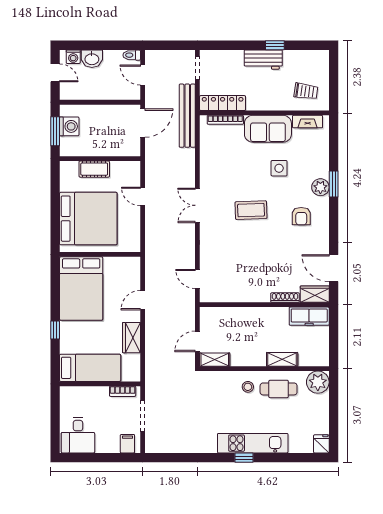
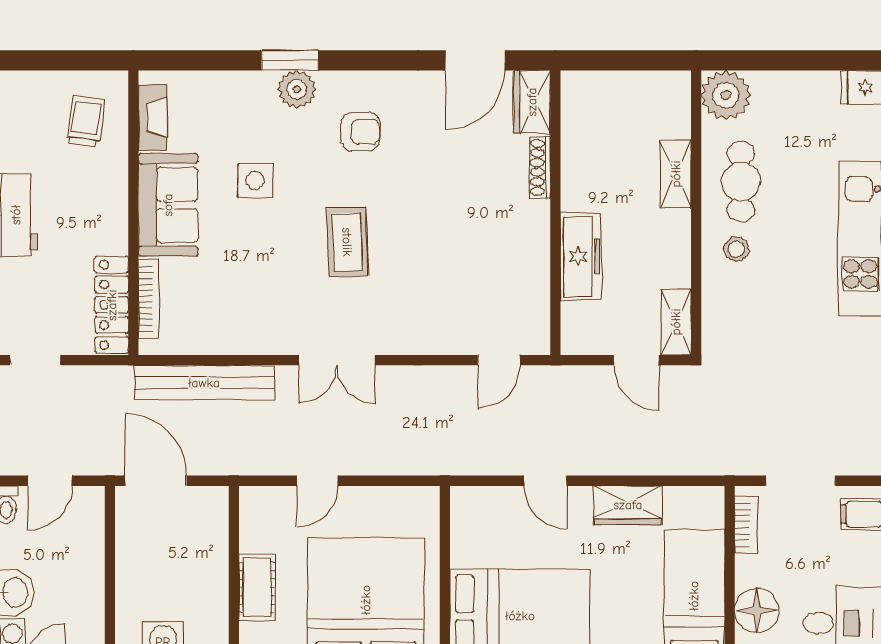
bench: (187, 116) -> (204, 383), moved
freezer: (309, 316) -> (581, 257), moved
floor lamp: (84, 396) -> (757, 610), added

